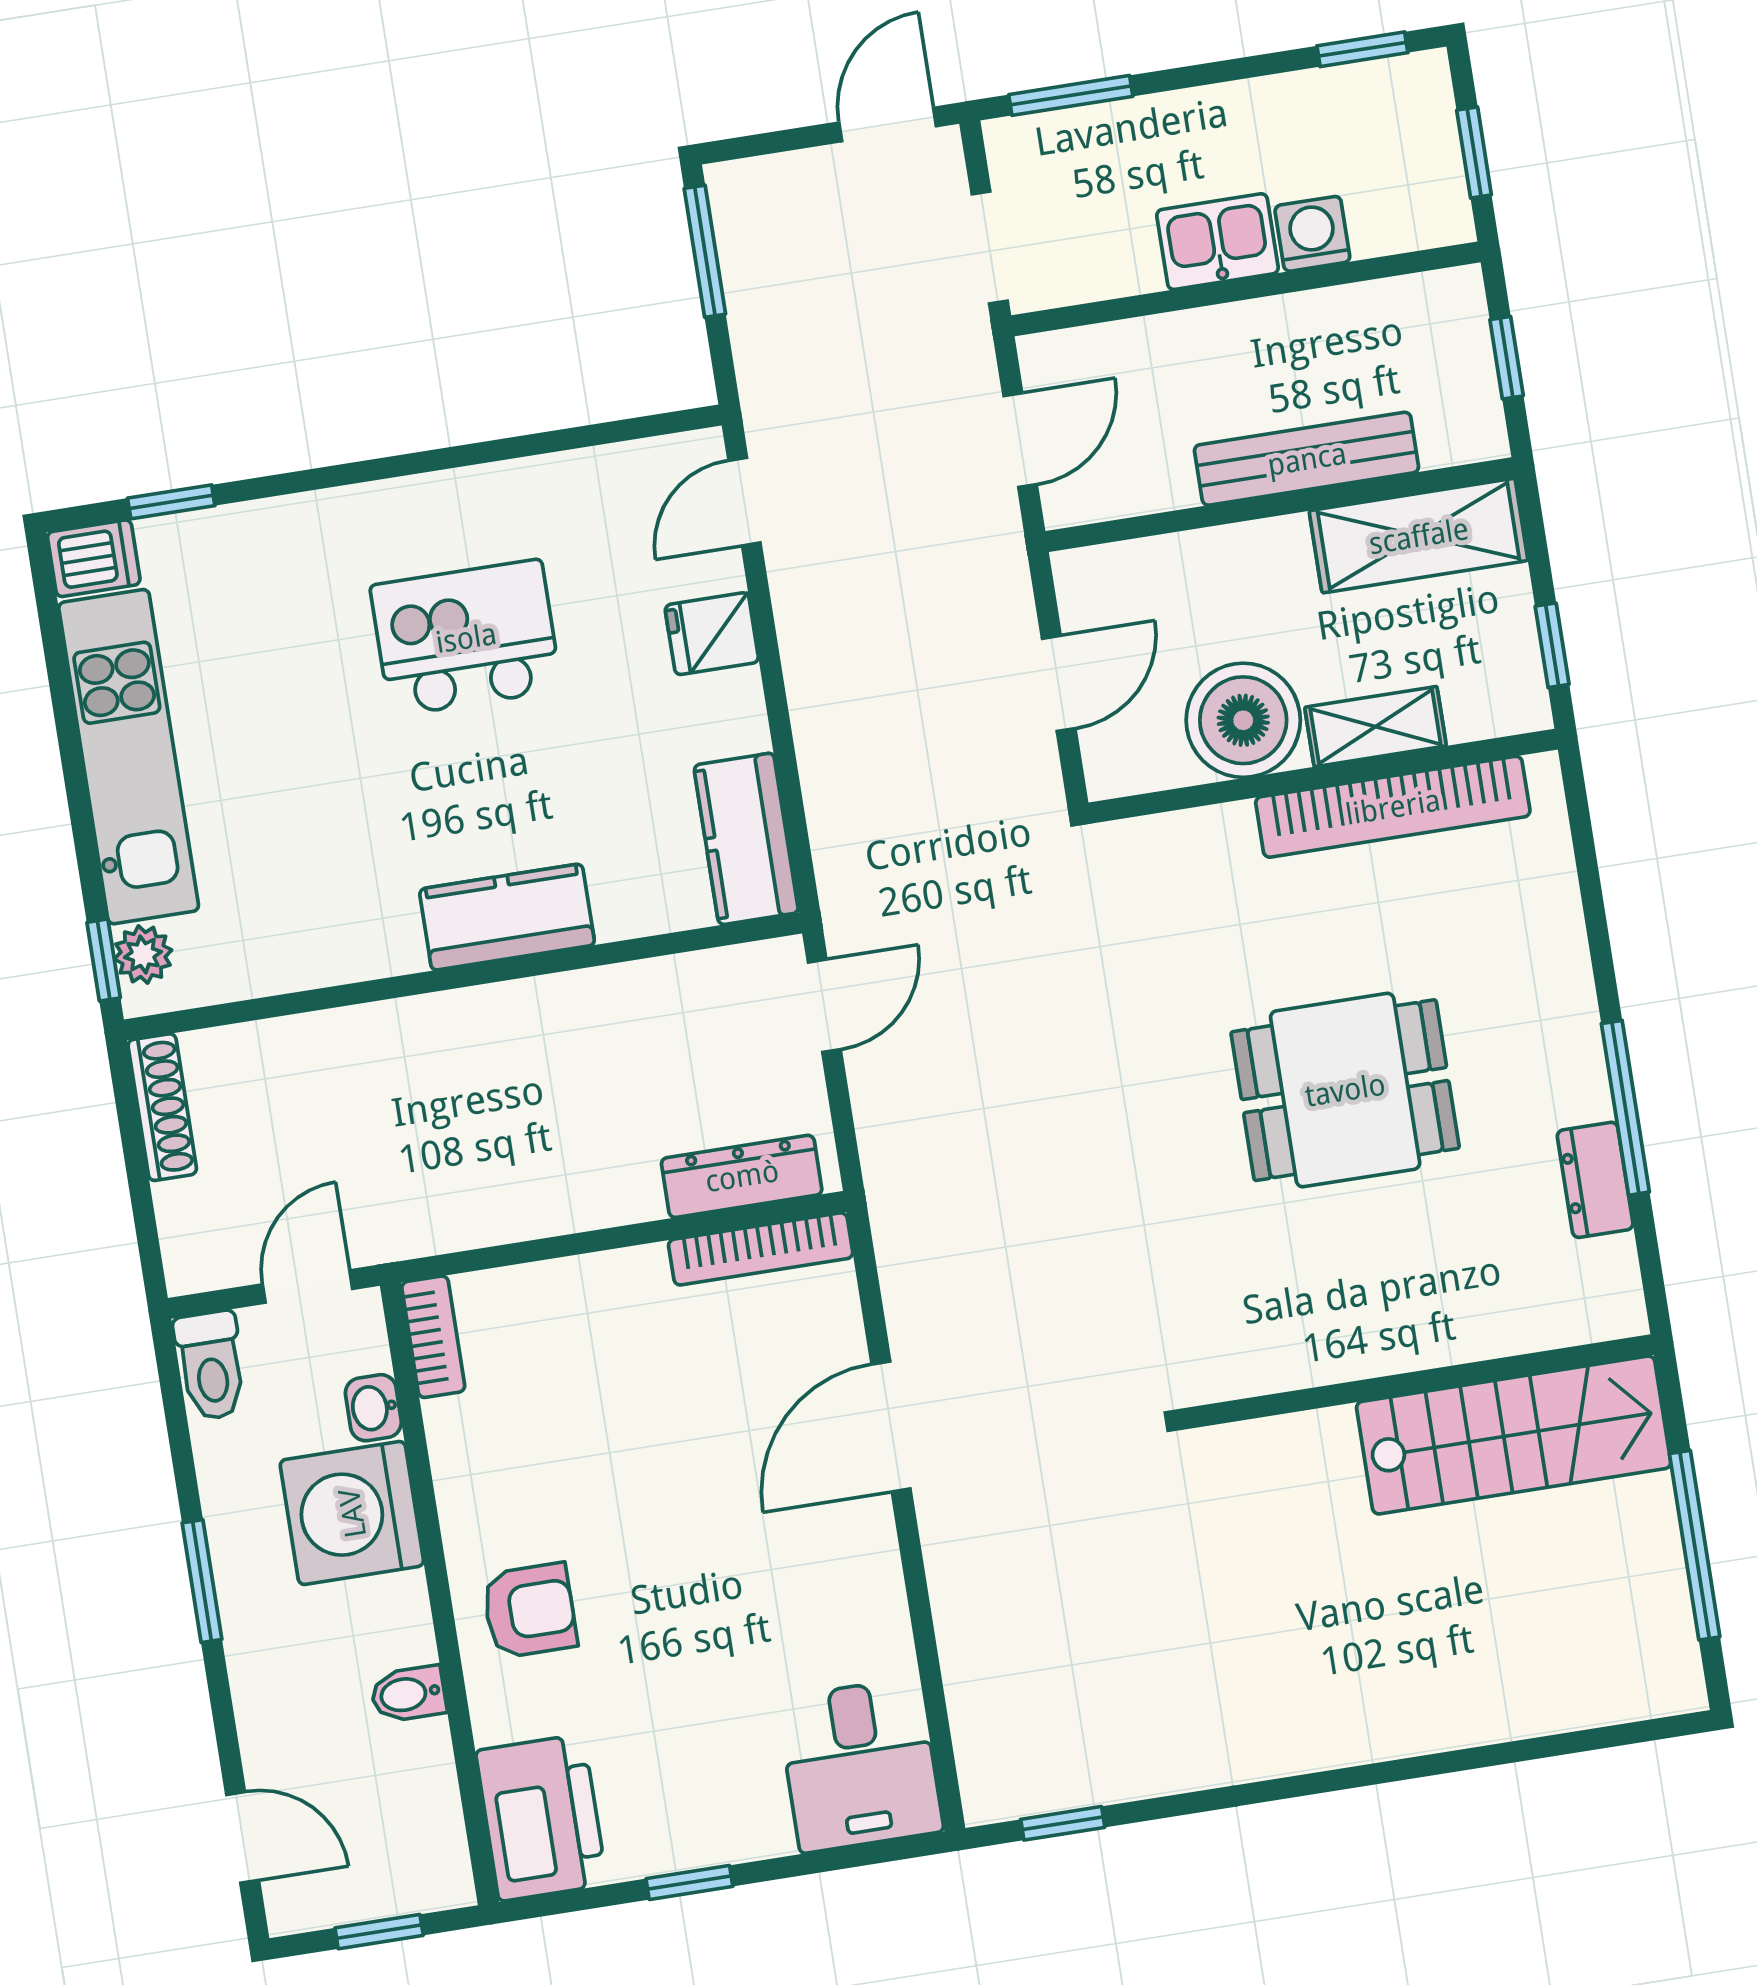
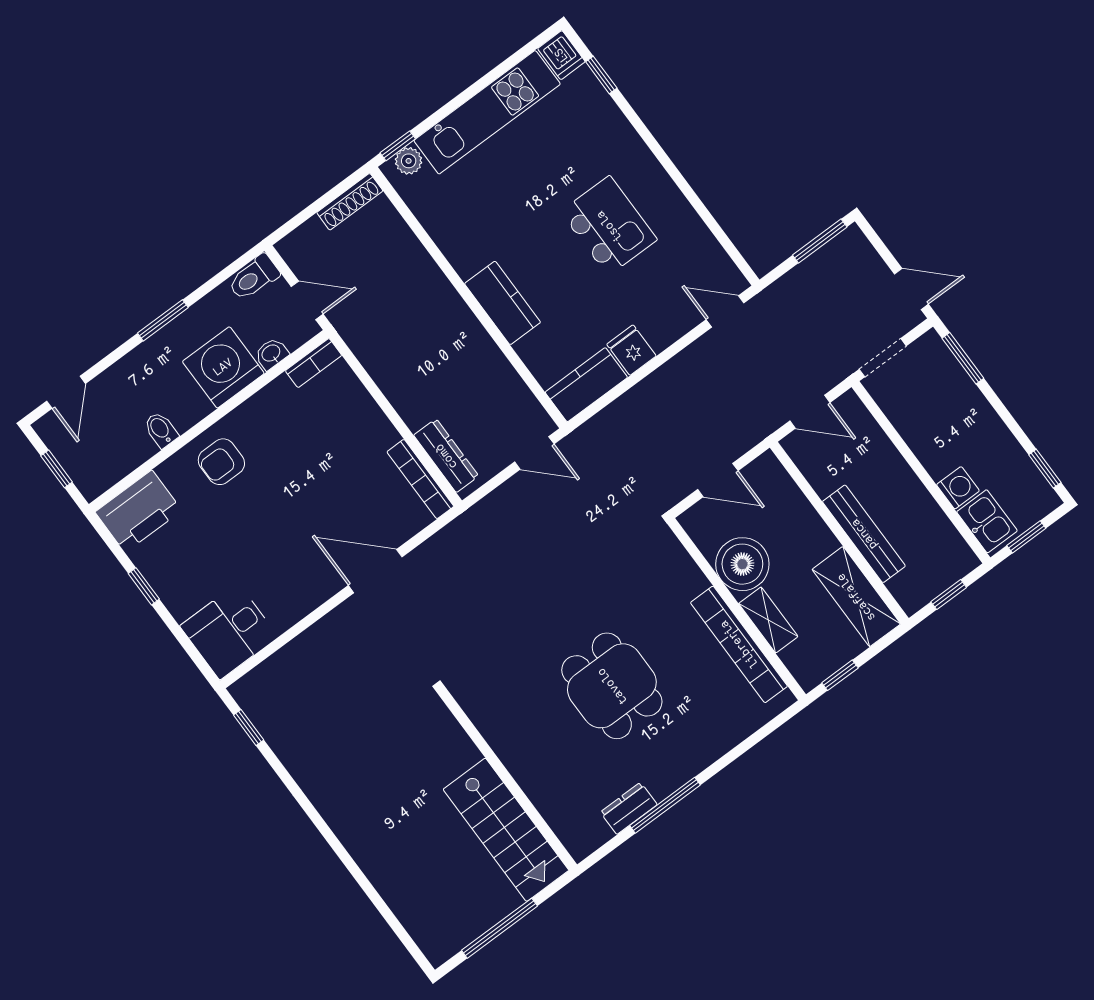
kitchen sink: (1217, 242) -> (987, 521), moved
fridge: (712, 634) -> (631, 350), moved
armchair: (530, 1611) -> (221, 462), turned 90

